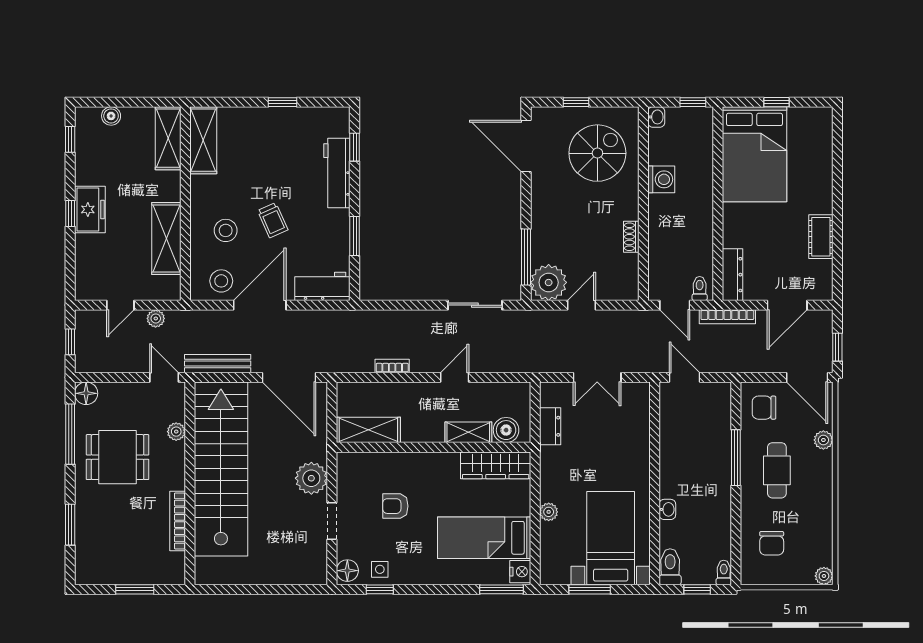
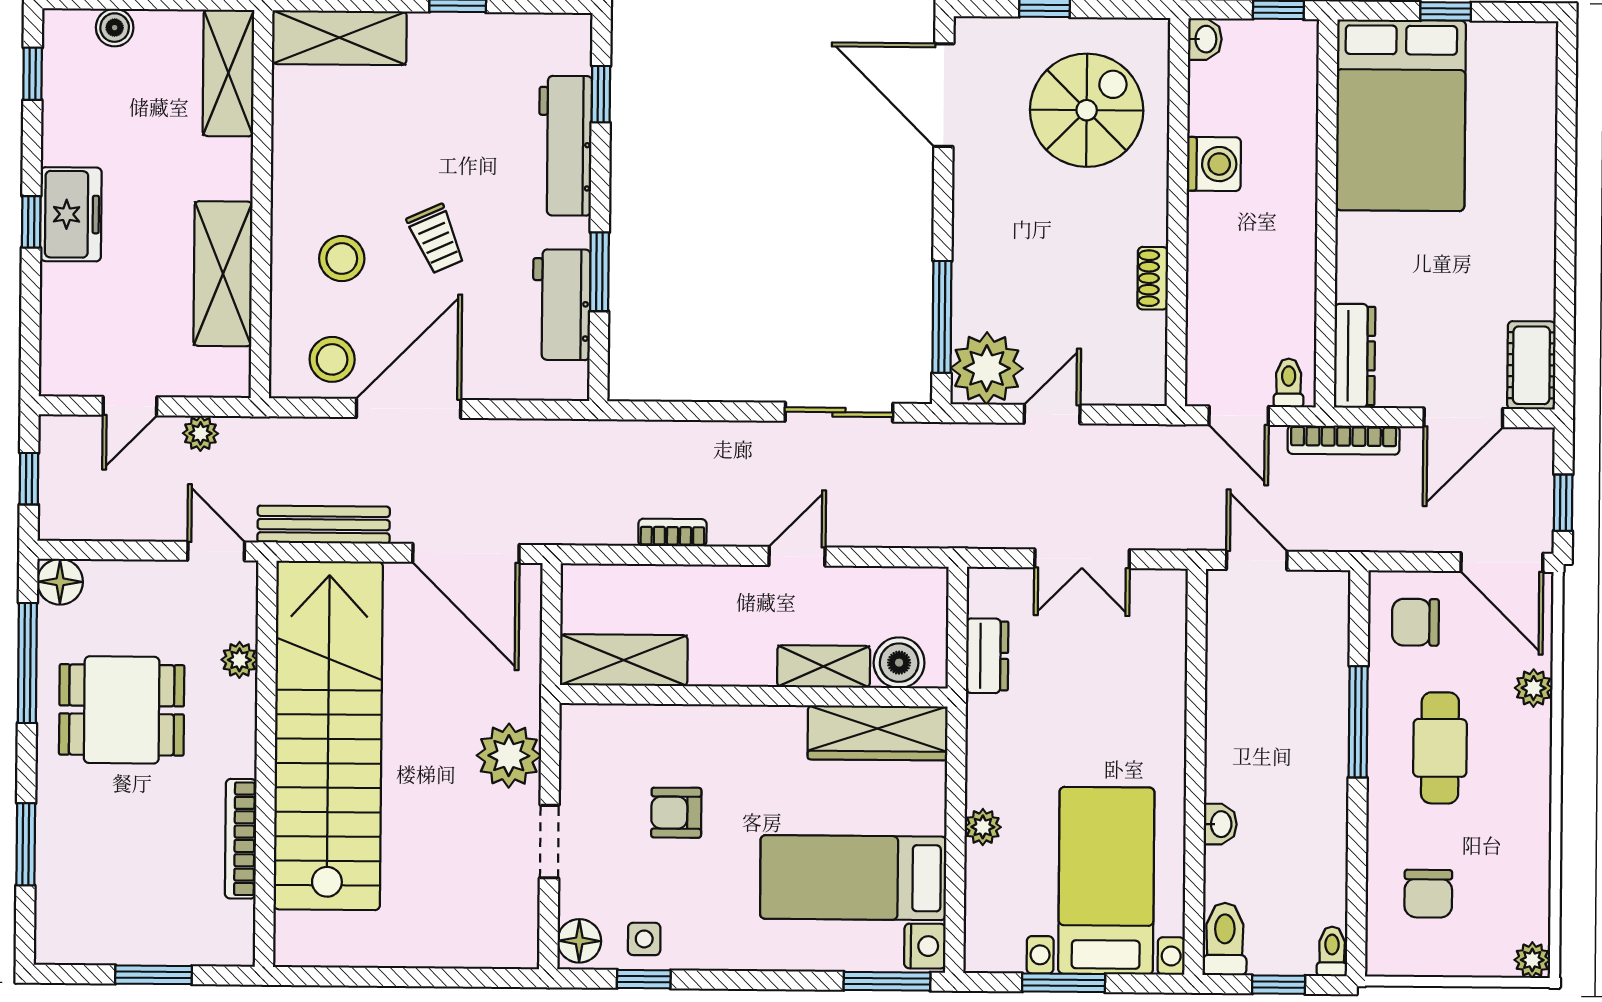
shelving: (203, 140) -> (339, 38), moved, turned 90
cot: (821, 237) -> (1531, 365), moved
workbench: (322, 286) -> (562, 305), moved, turned -90

